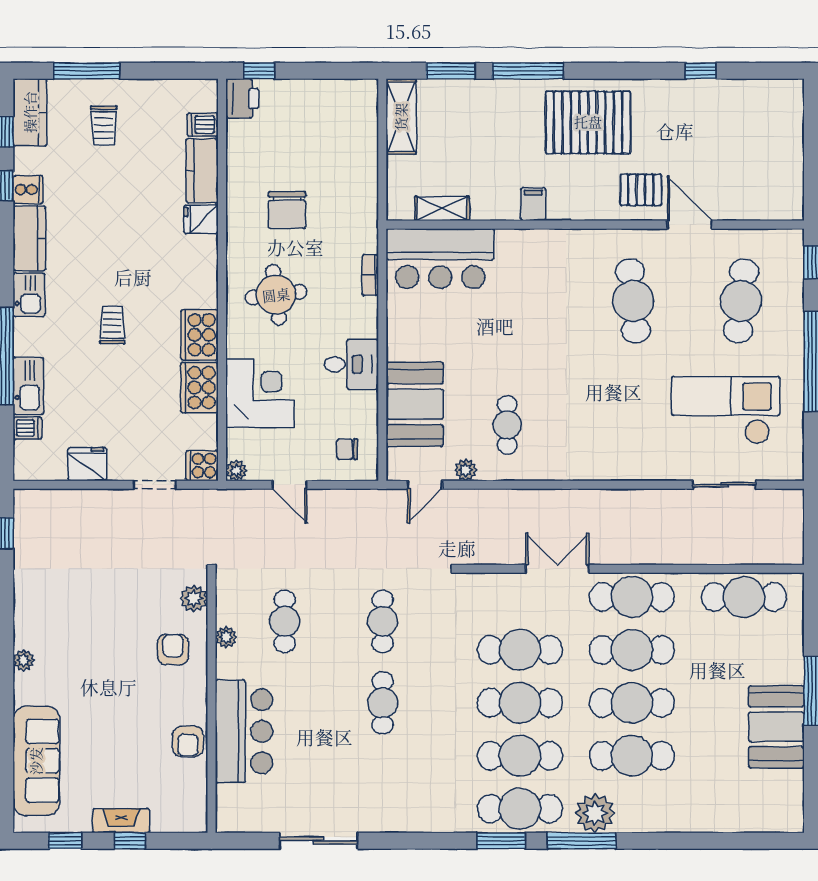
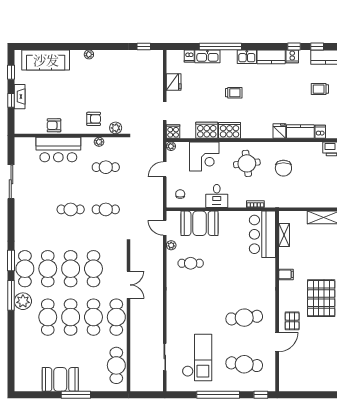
chair: (287, 210) -> (283, 168), turned -90

